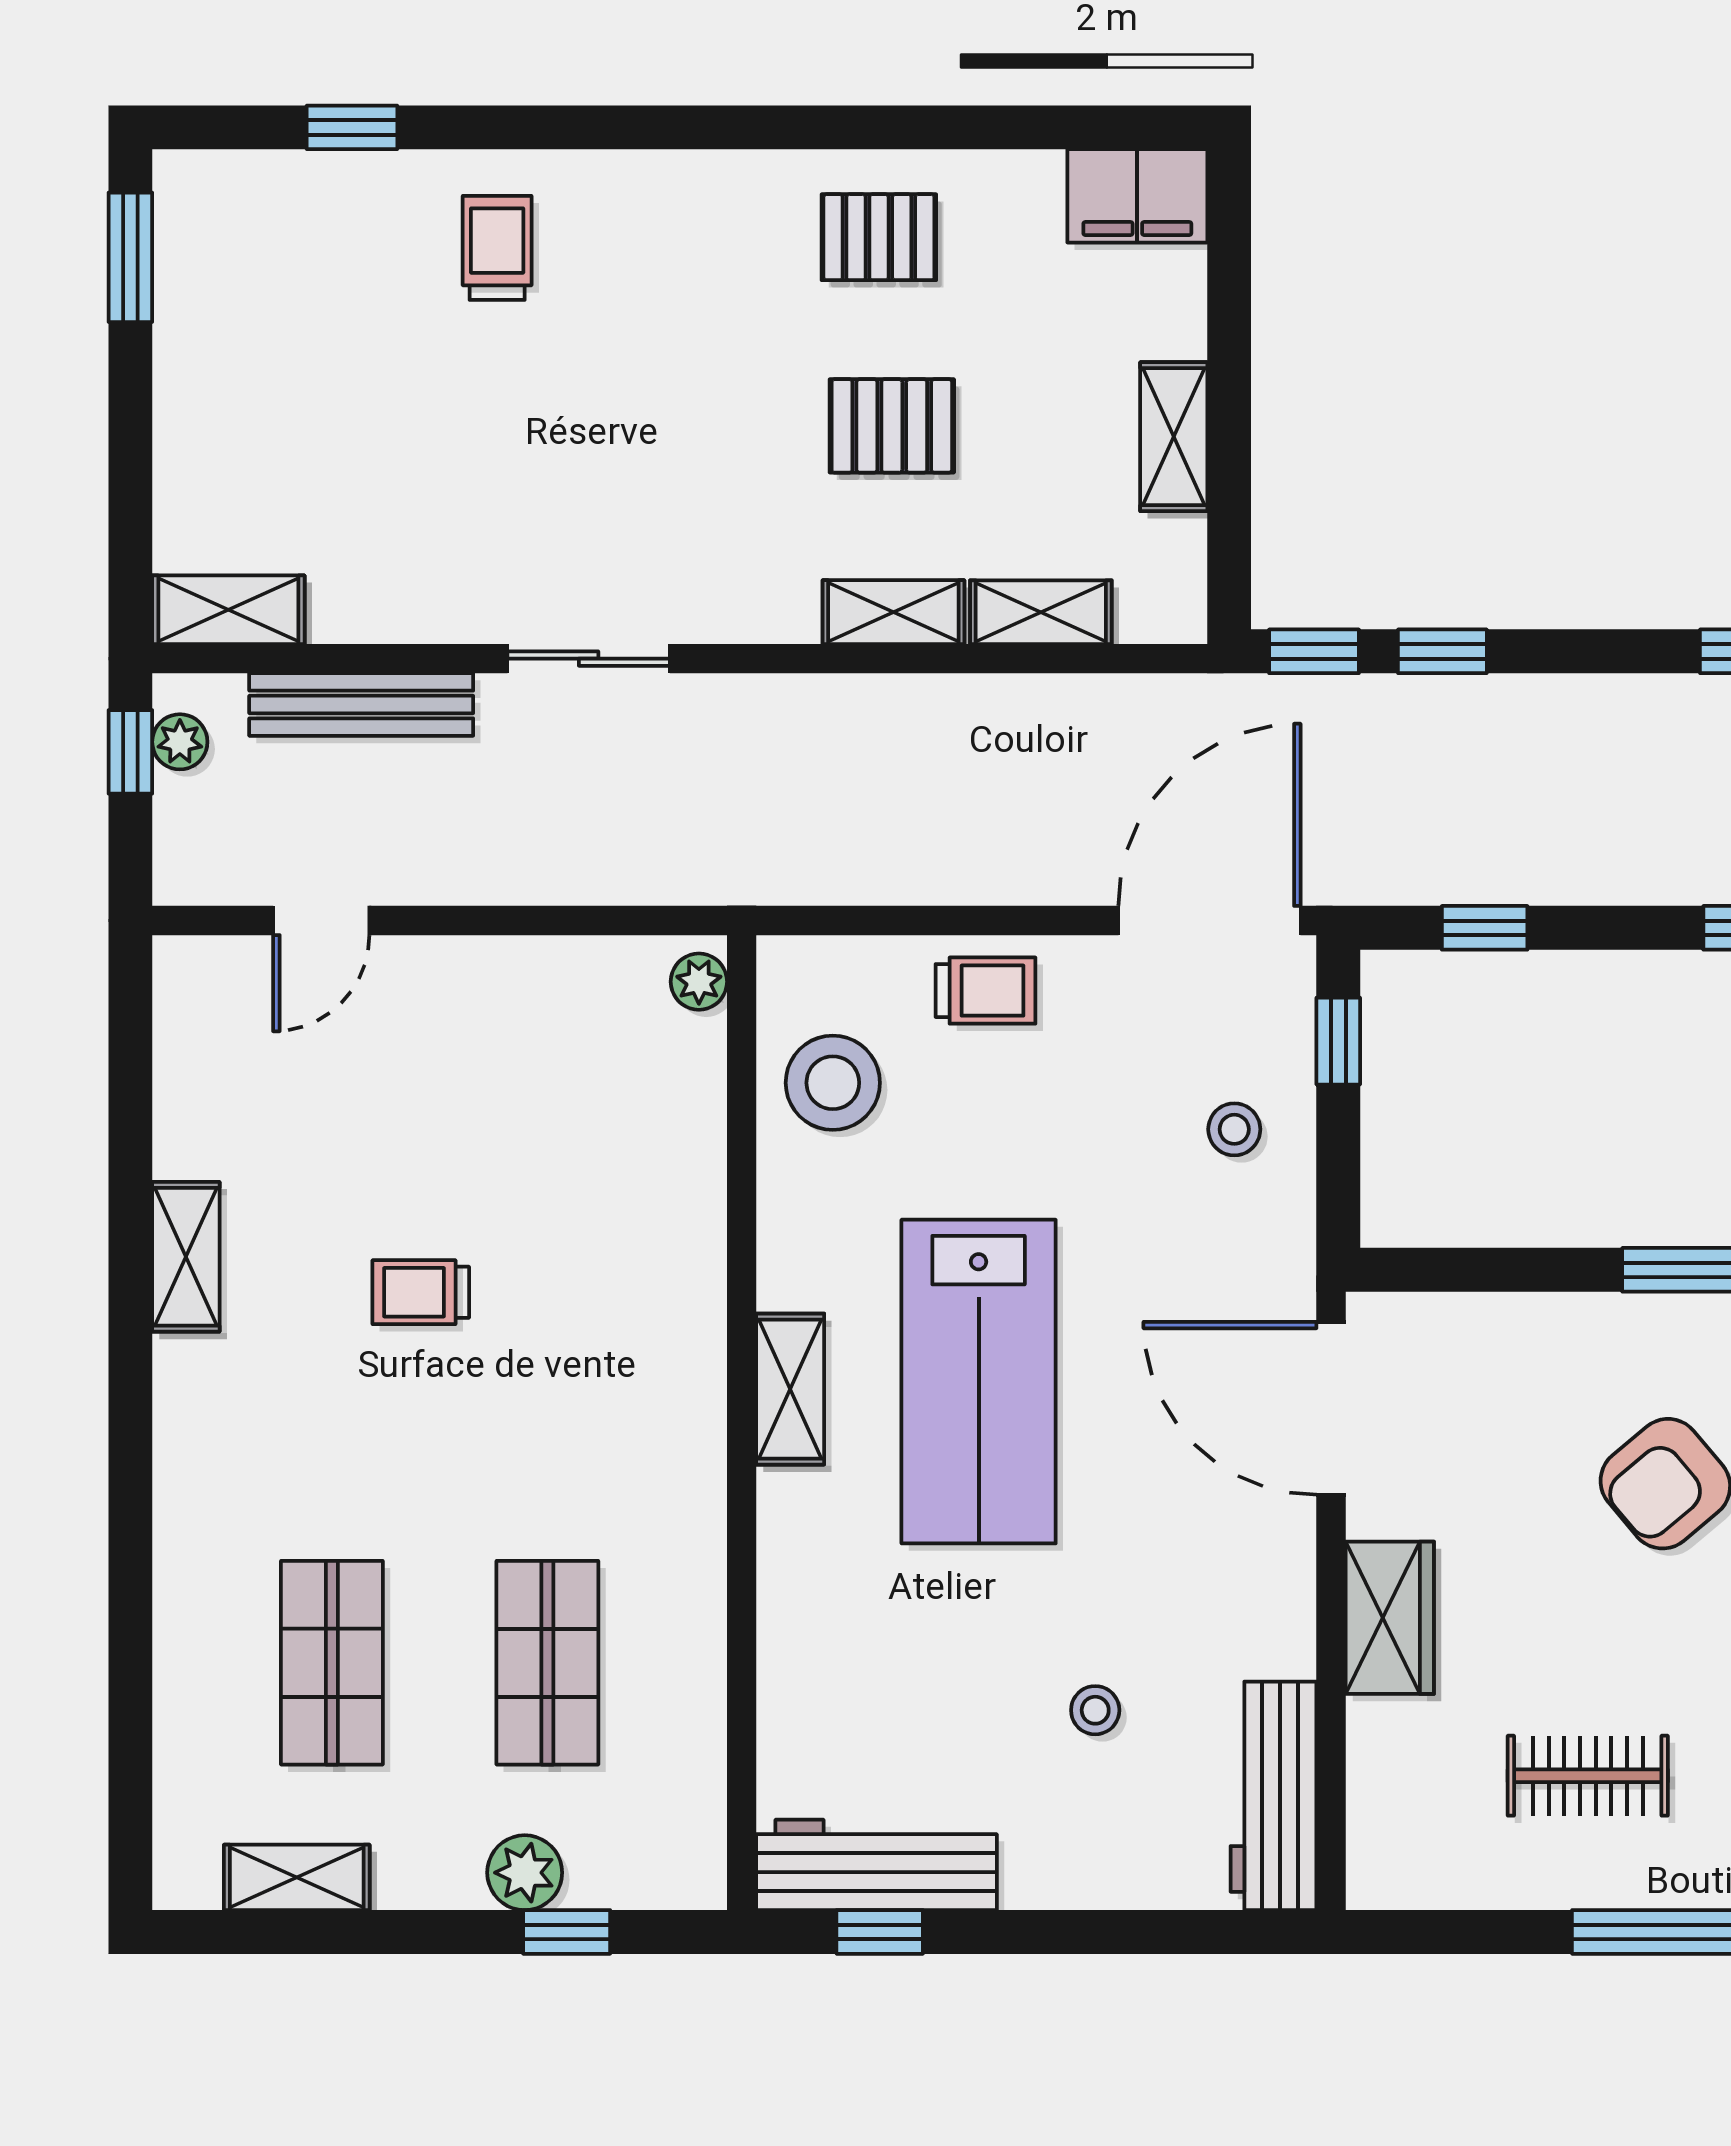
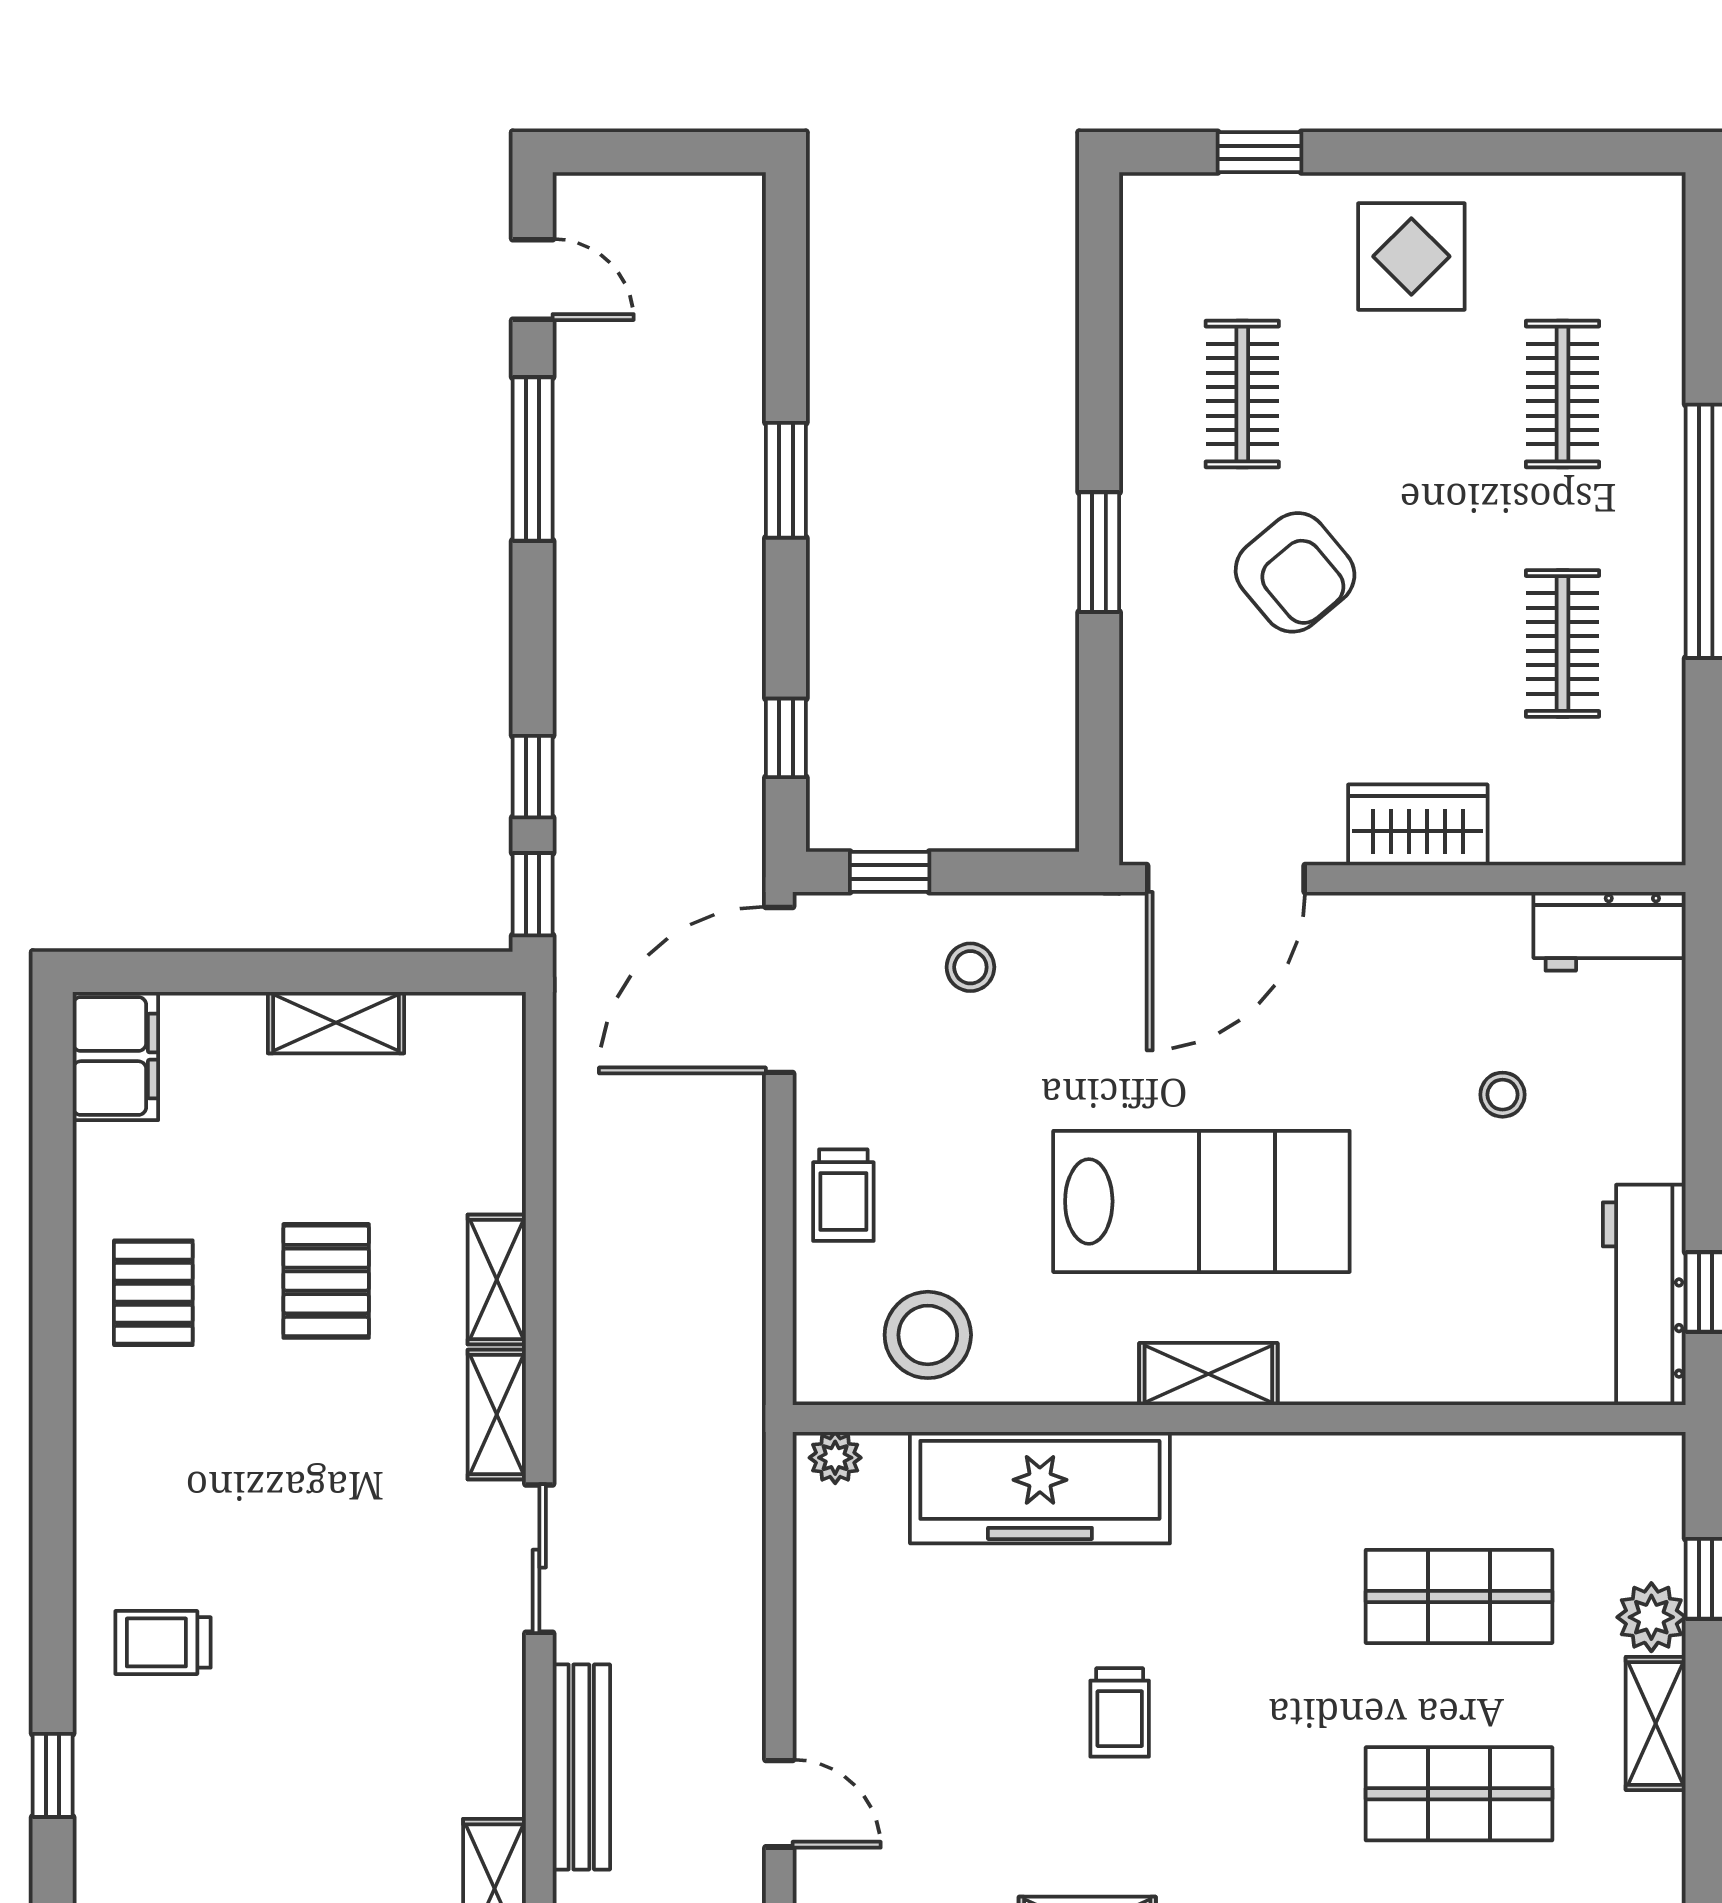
shelving: (1041, 612) -> (497, 1415), moved
door: (1209, 921) -> (779, 990), hinge flipped
trolley: (986, 991) -> (843, 1195), turned 180
freezer: (666, 1205) -> (1040, 1488), added
workbench: (1273, 1796) -> (1610, 931), width x0.73
shelving: (297, 1877) -> (1656, 1723), moved

